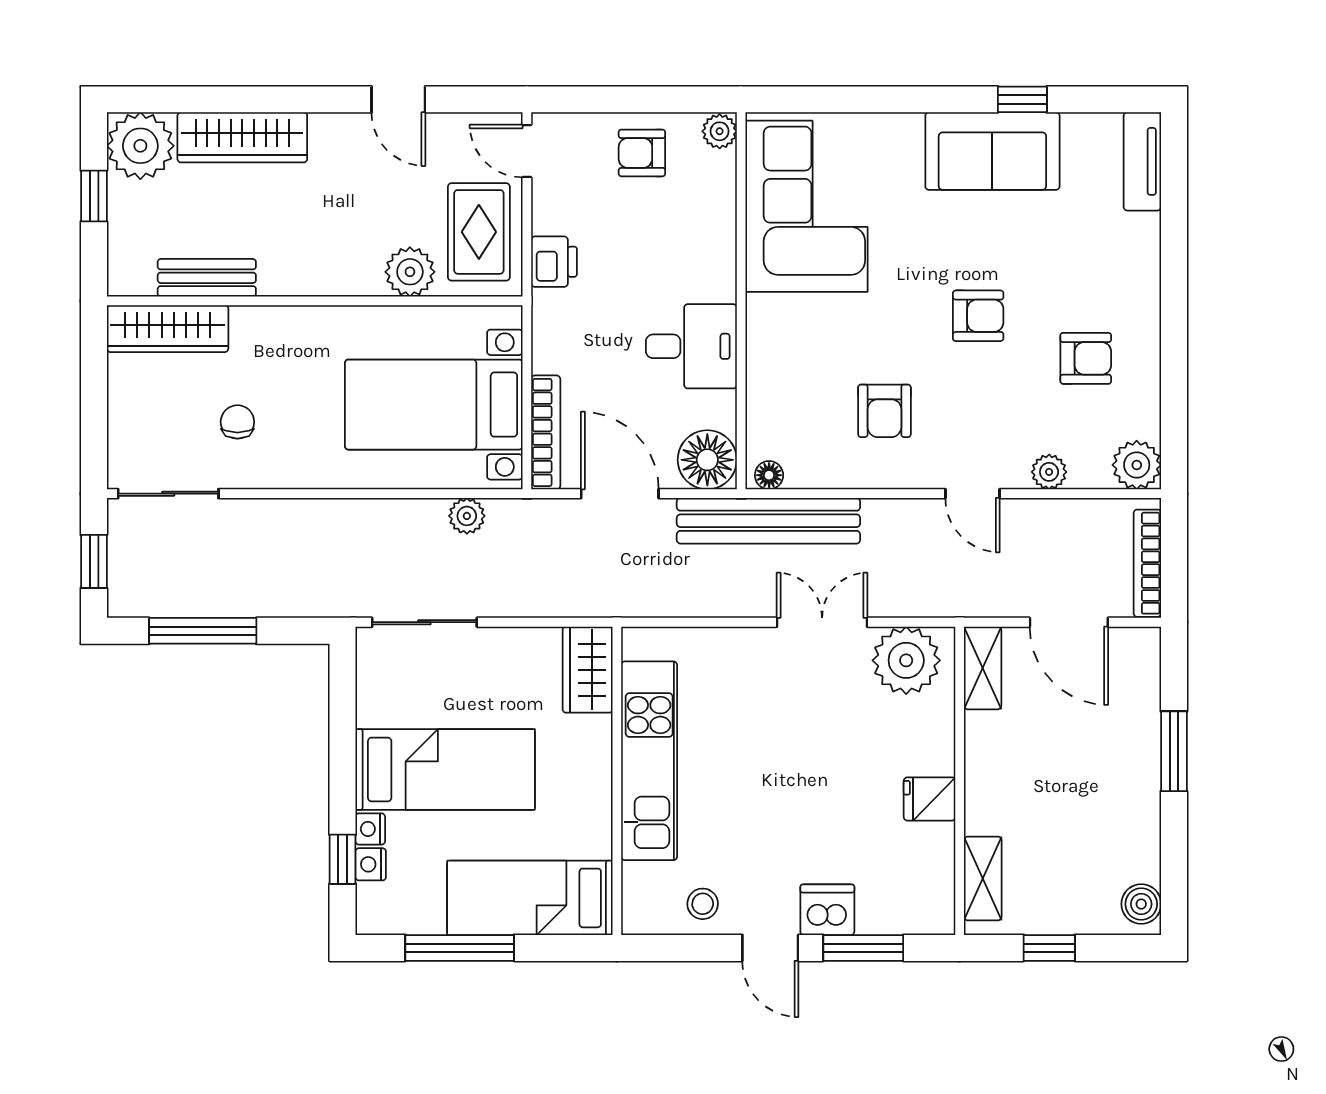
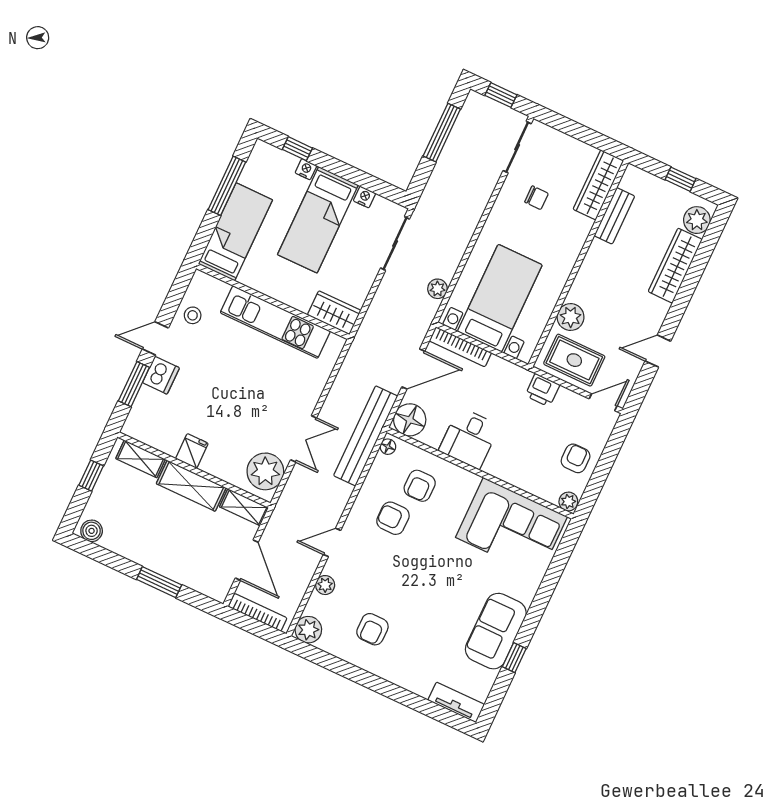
plant: (140, 146) -> (697, 220), width x0.73, depth x0.73
armchair: (978, 316) -> (420, 486), moved
door: (1069, 622) -> (247, 560), swing flipped
shelving: (988, 773) -> (191, 486), added
nightstand: (371, 864) -> (365, 197), moved

